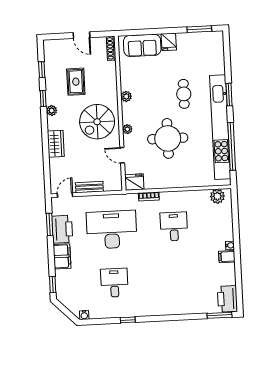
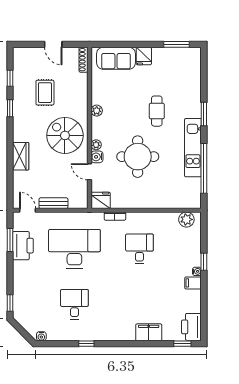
plant: (52, 110) -> (18, 121), removed
spiral stairs: (97, 122) -> (65, 135), turned 90
kitchen unit: (220, 127) -> (193, 148), width x0.54
water cooler: (129, 141) -> (97, 157), added
door: (65, 195) -> (28, 210), hinge flipped
window: (236, 236) -> (204, 262), added
filing cabinet: (62, 256) -> (149, 332), moved, turned -90
window: (220, 315) -> (182, 344), width x0.67

